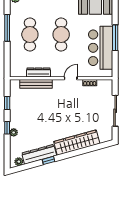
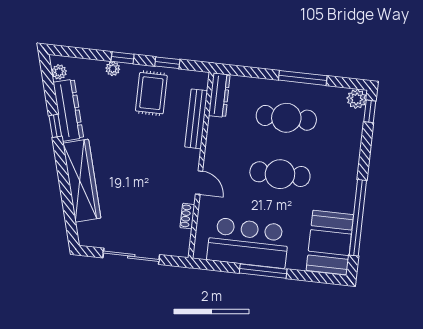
dresser: (38, 73) -> (219, 95), moved
rug: (25, 110) -> (151, 93), added

